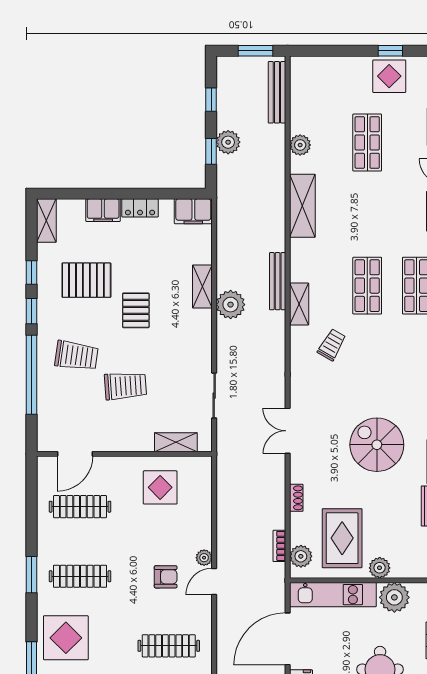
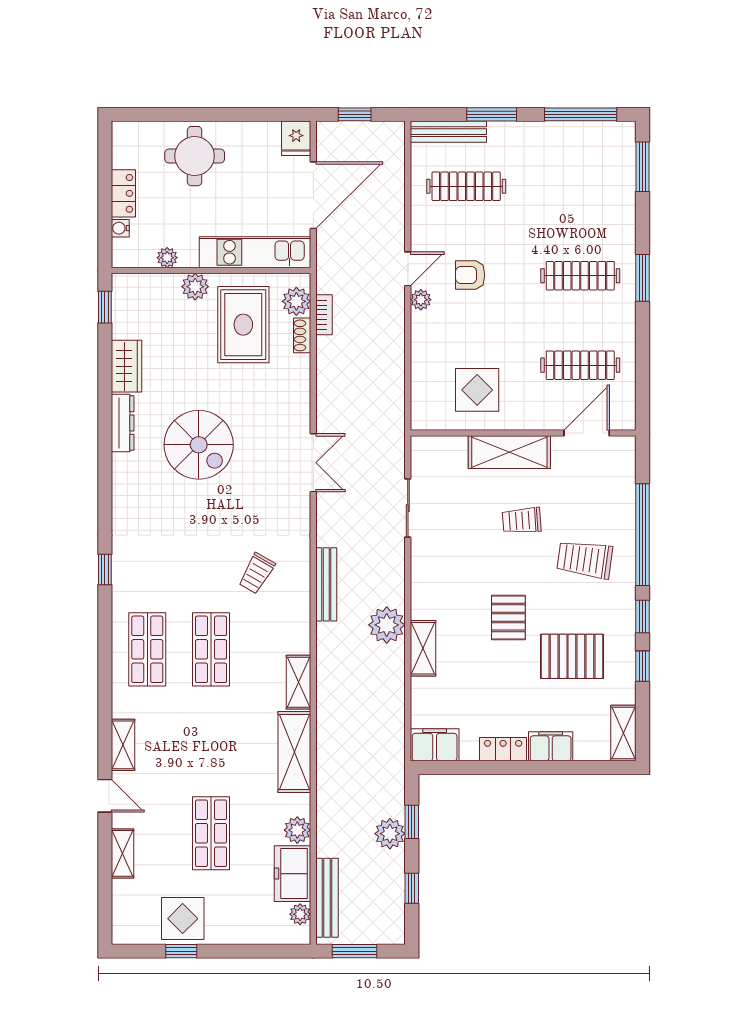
plant: (298, 80) -> (300, 914), added
freezer: (304, 111) -> (293, 874), added
bench: (278, 281) -> (326, 584), moved
shelving: (299, 304) -> (299, 682), moved
trolley: (125, 386) -> (522, 520), width x0.73, depth x0.72
shelving: (176, 442) -> (509, 452), moved, width x1.50, depth x1.33
shoe rack: (296, 498) -> (302, 335), moved
plant: (394, 597) -> (167, 258), width x0.53, depth x0.53
display table: (66, 638) -> (598, 197), removed

